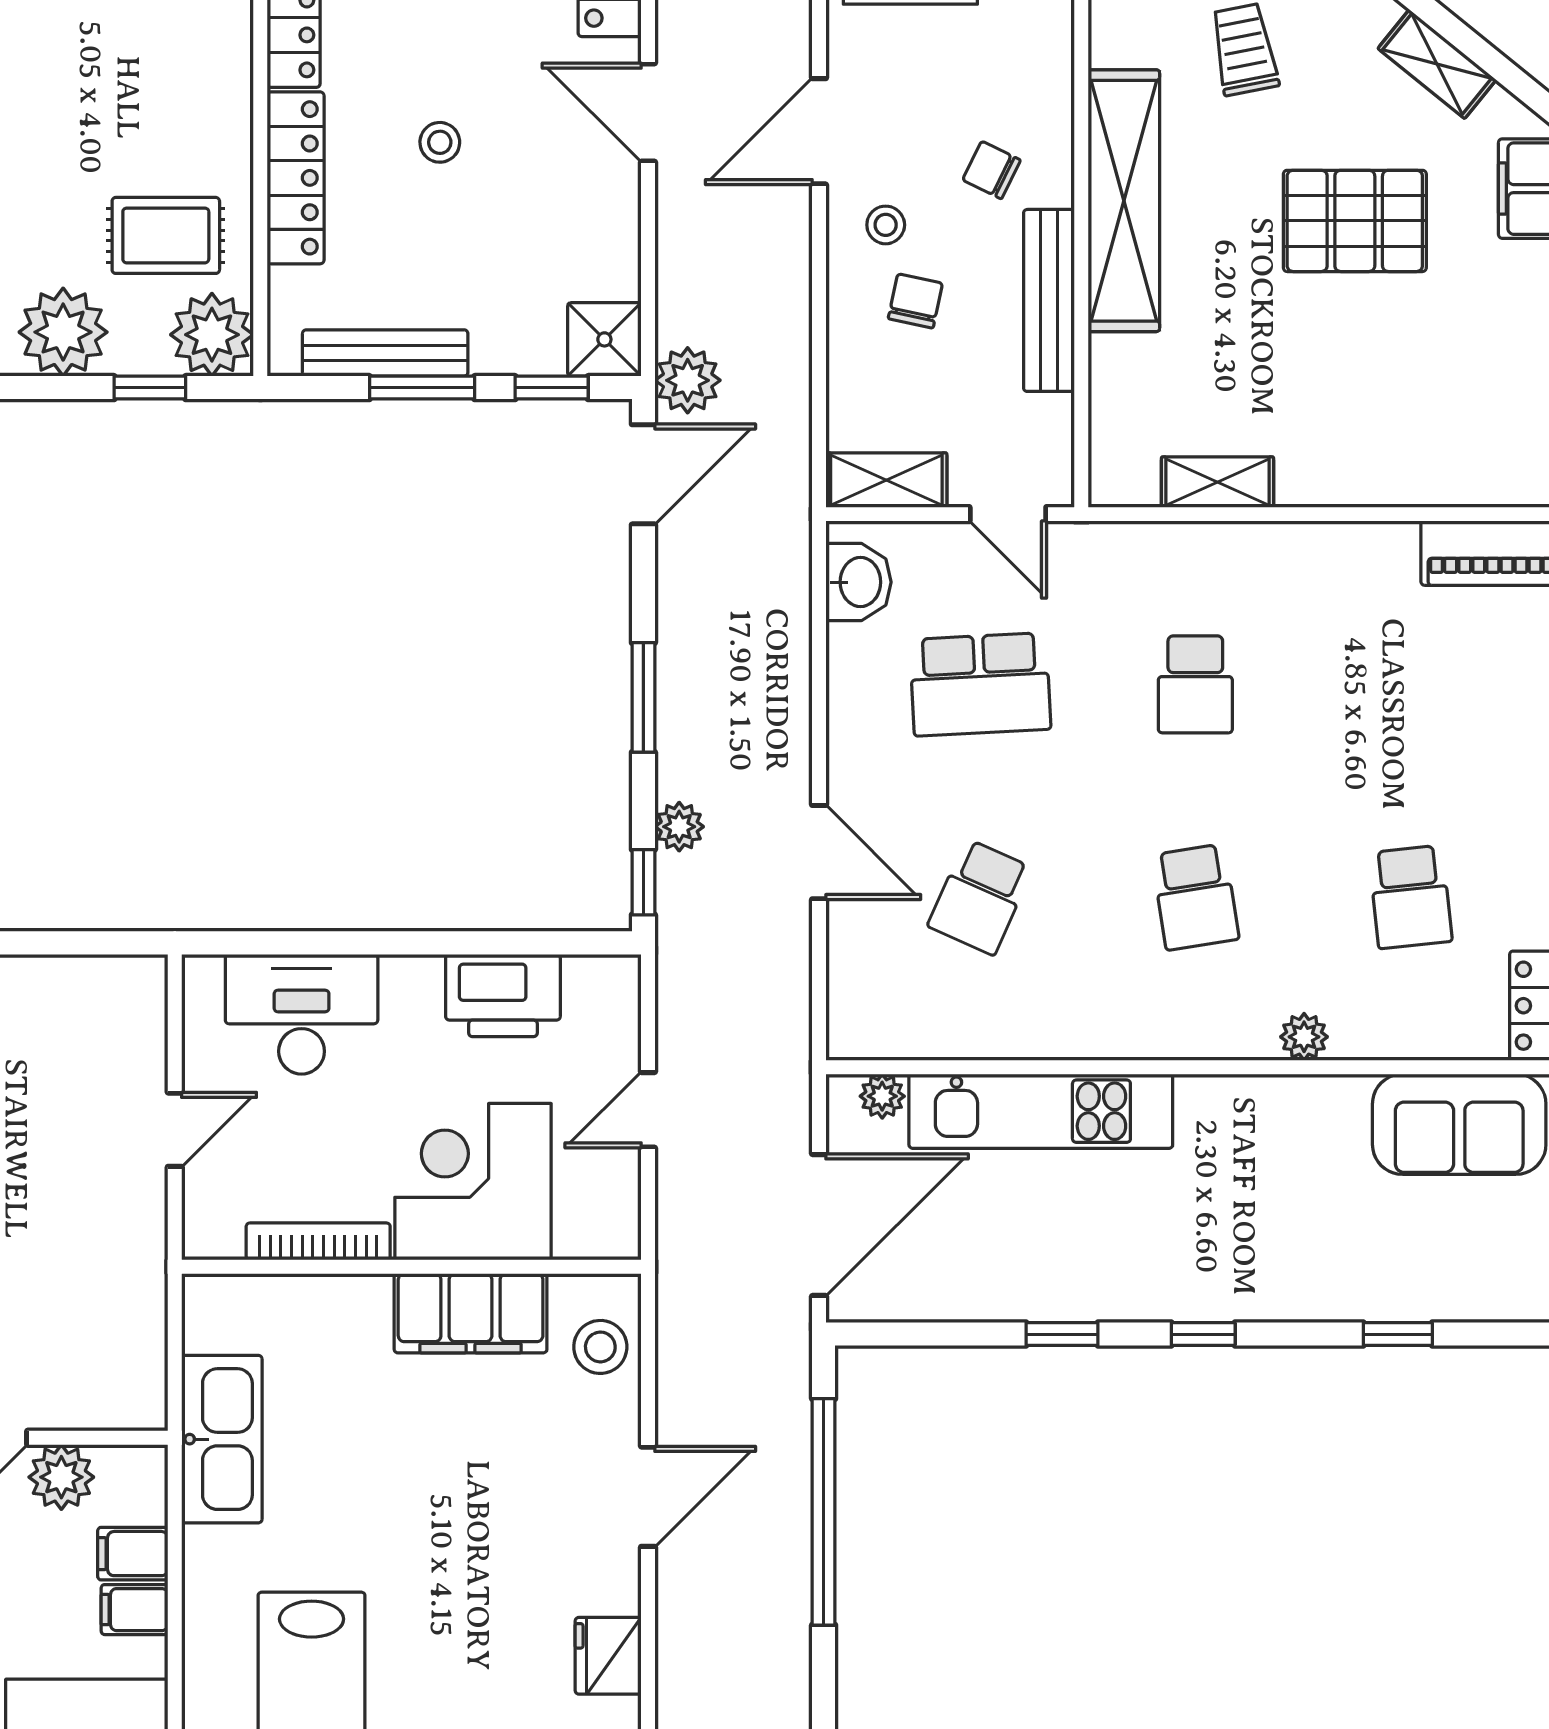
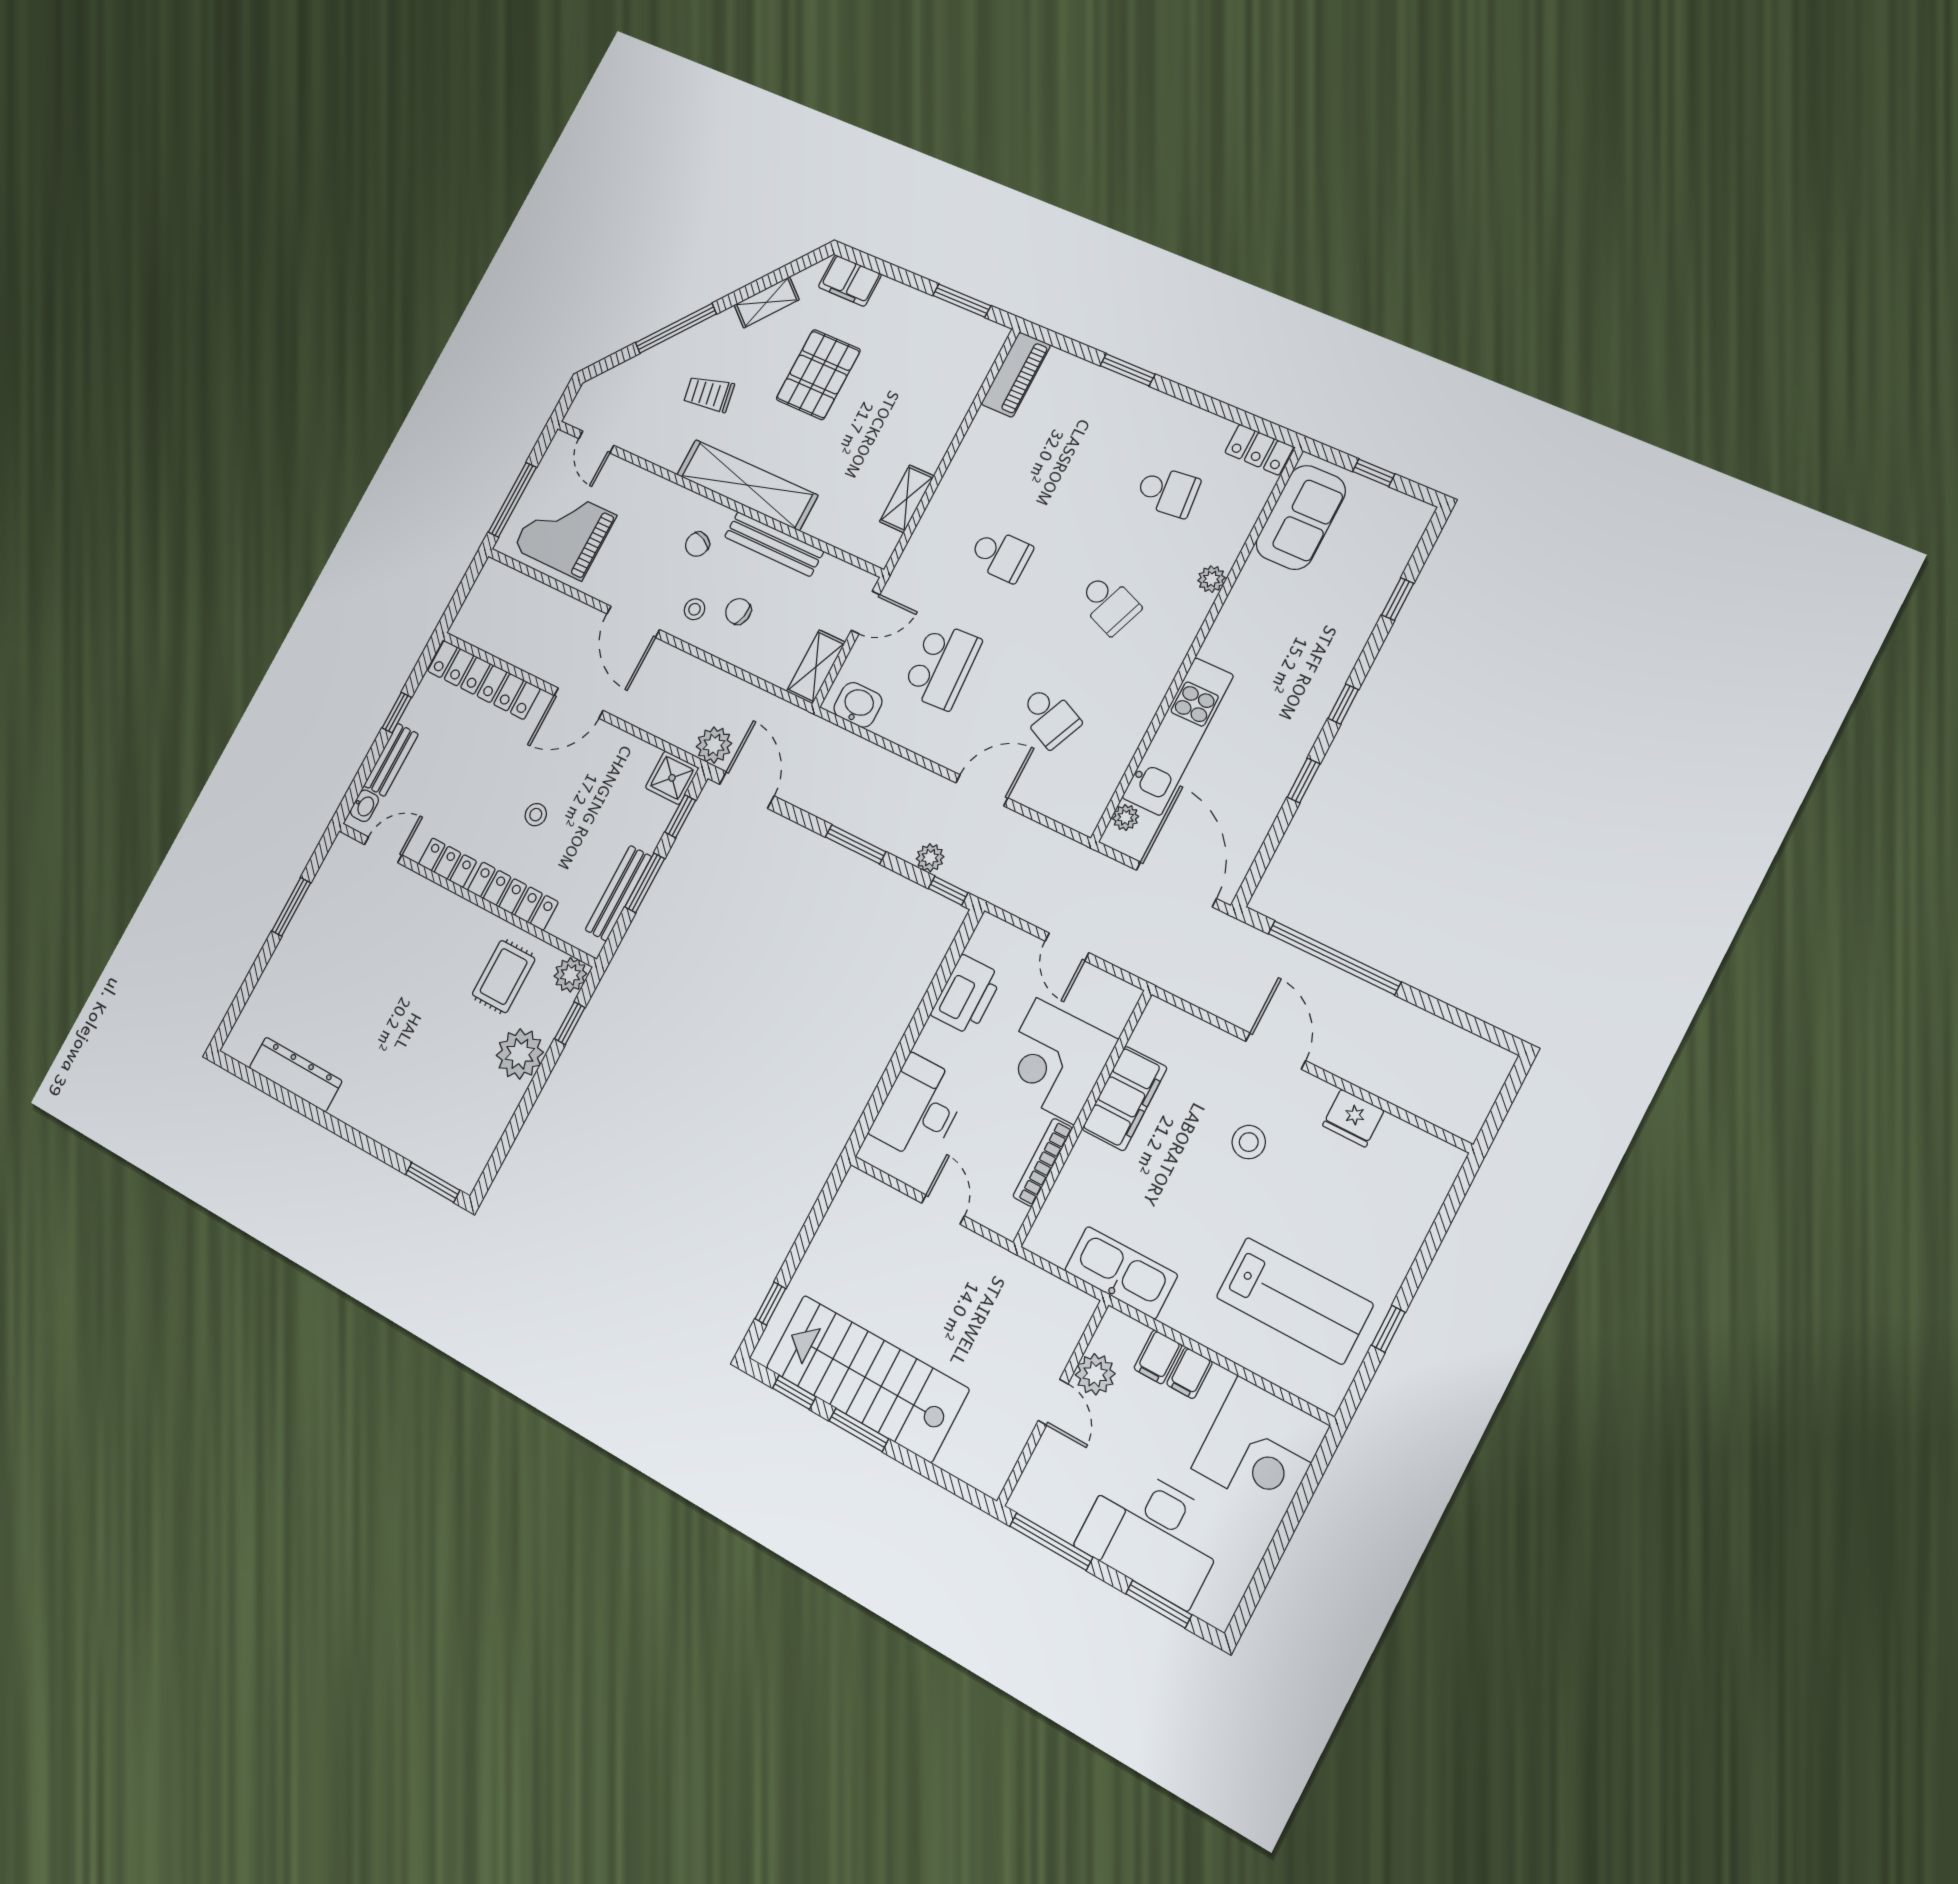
plant: (212, 335) -> (570, 975), width x0.73, depth x0.73
school desk: (1195, 897) -> (1109, 604), turned 30
stool: (600, 1347) -> (1249, 1142), moved

